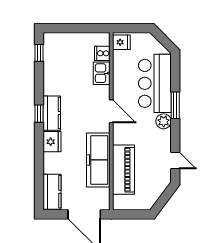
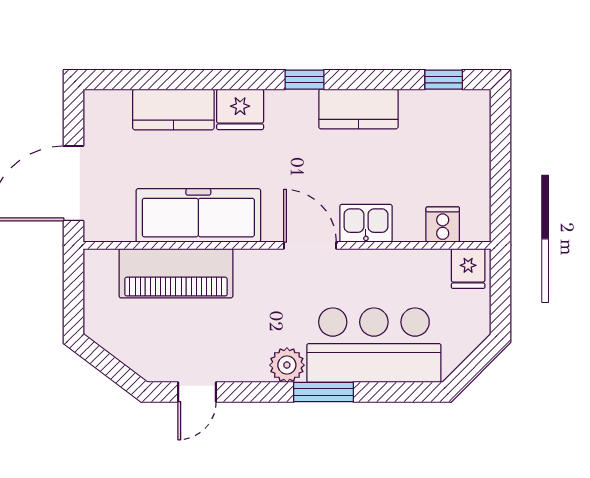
kitchen sink: (102, 73) -> (366, 223), moved
door: (111, 111) -> (310, 245), swing flipped
kitchen counter: (52, 113) -> (358, 109), moved
kitchen counter: (52, 192) -> (173, 109), moved

